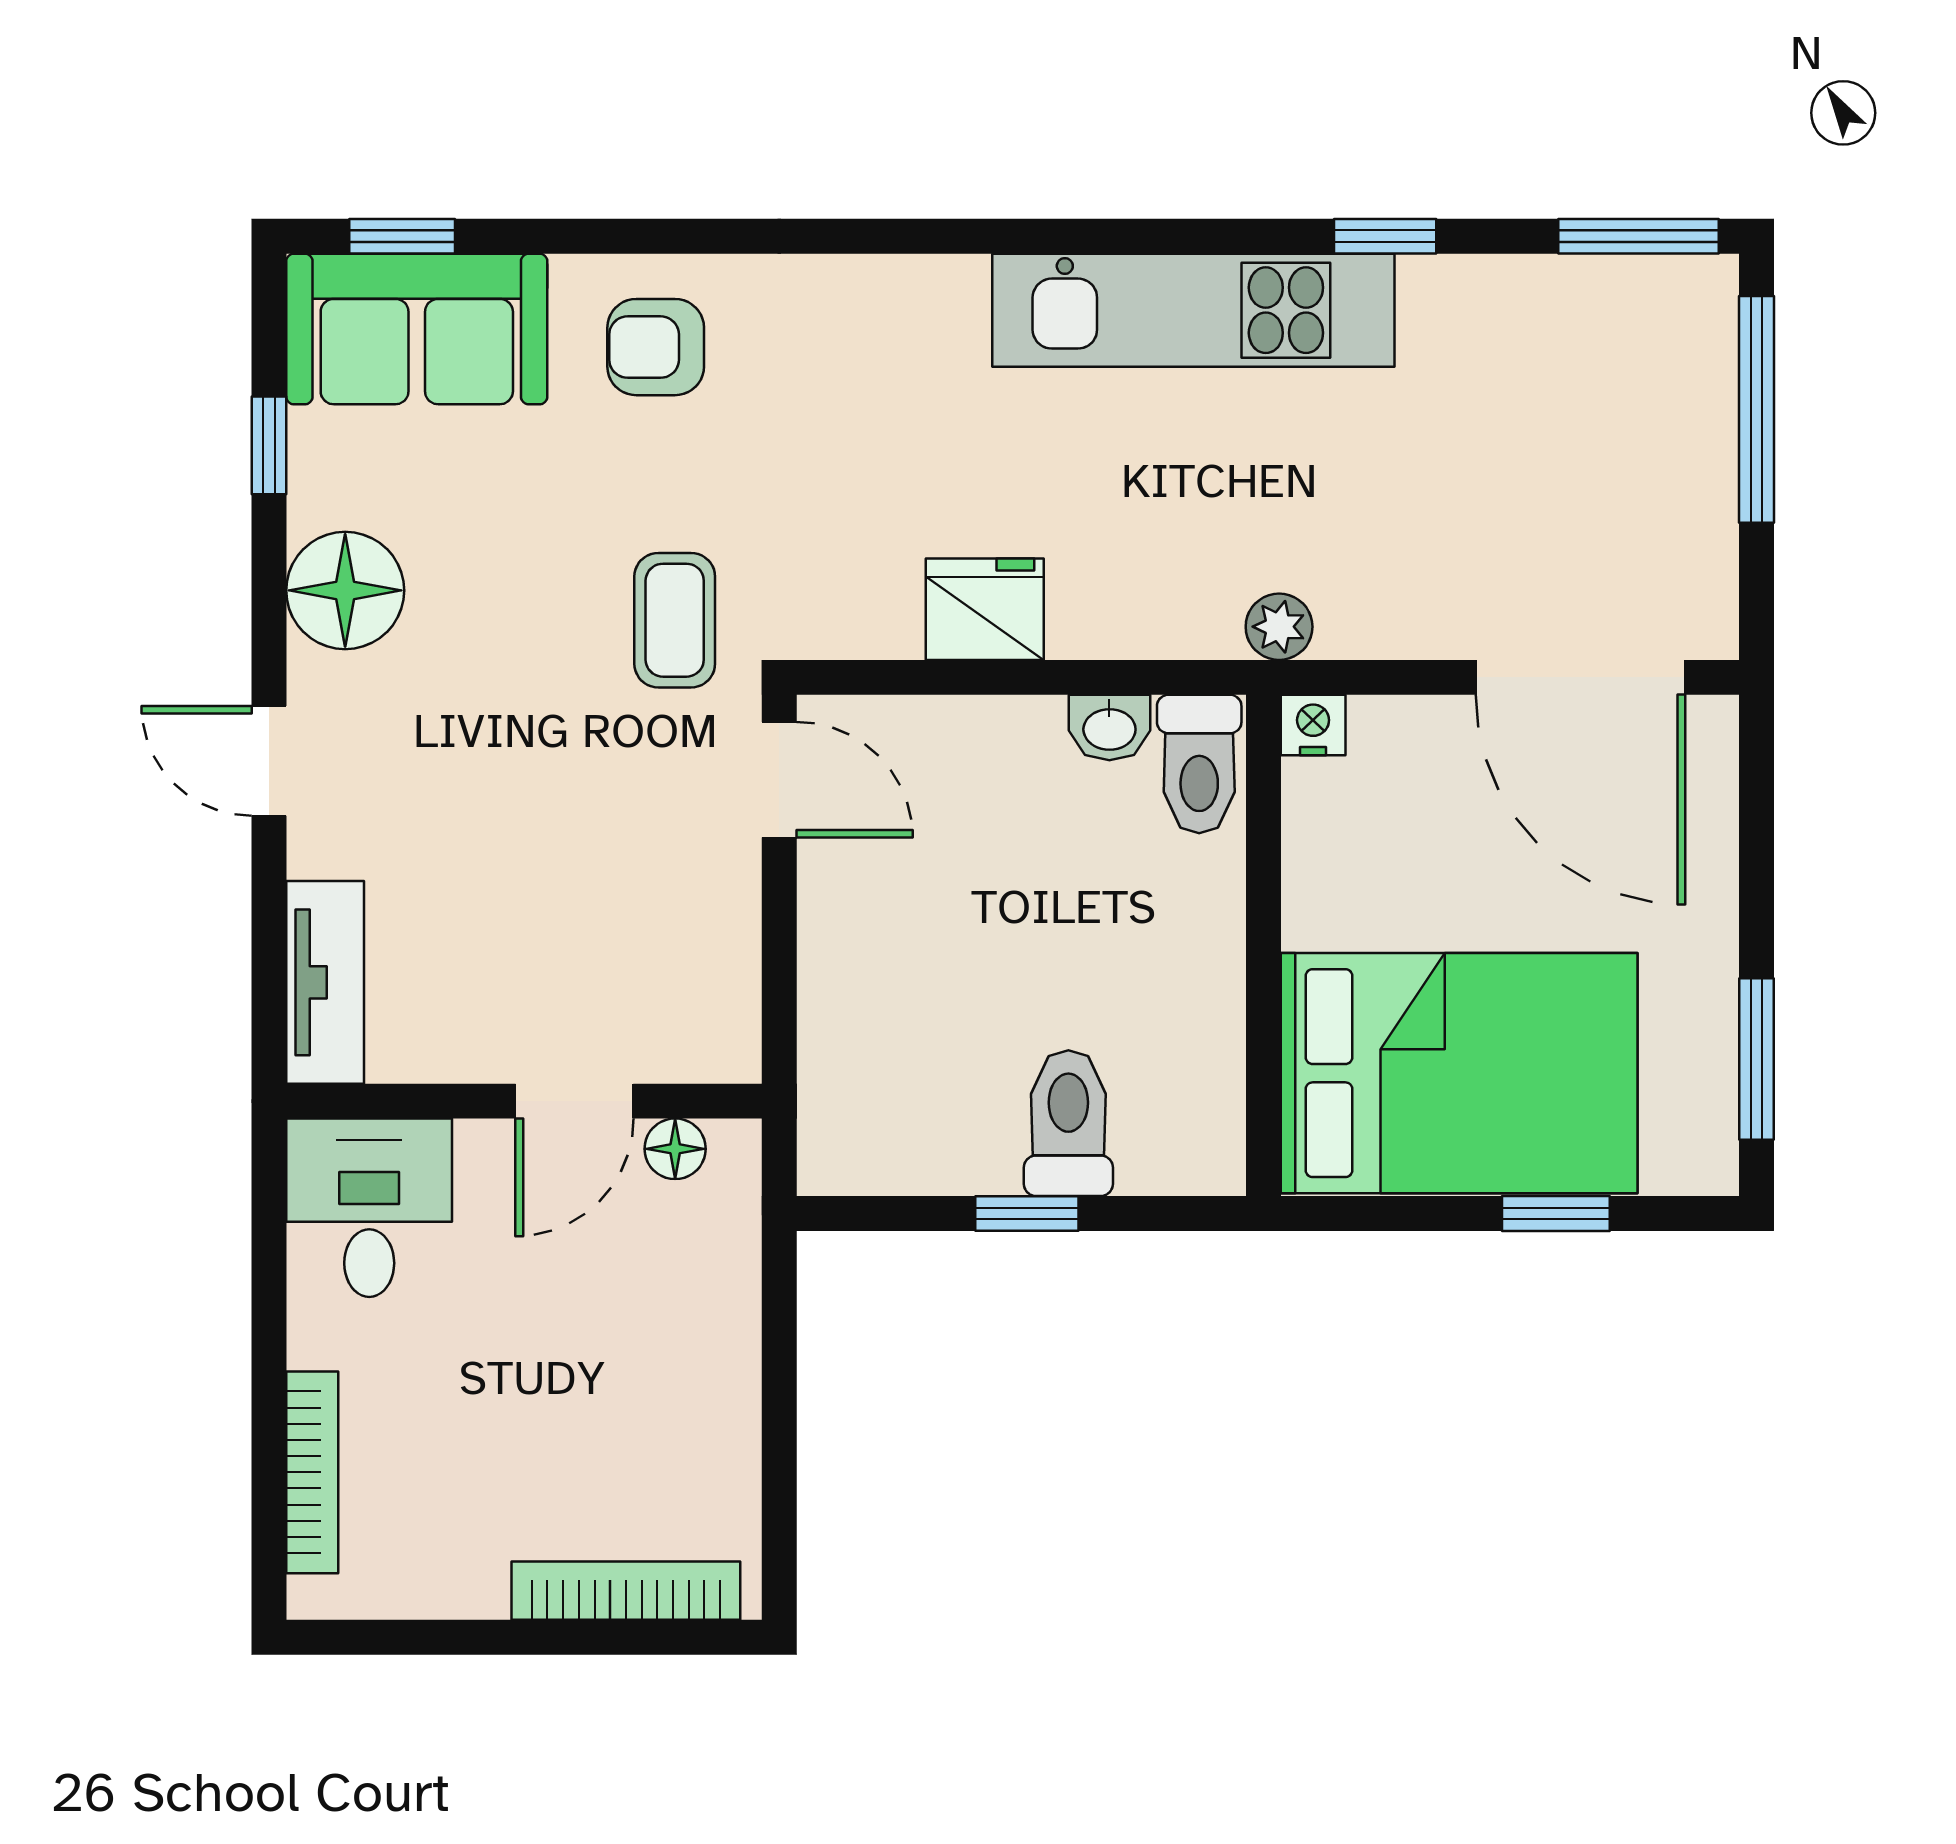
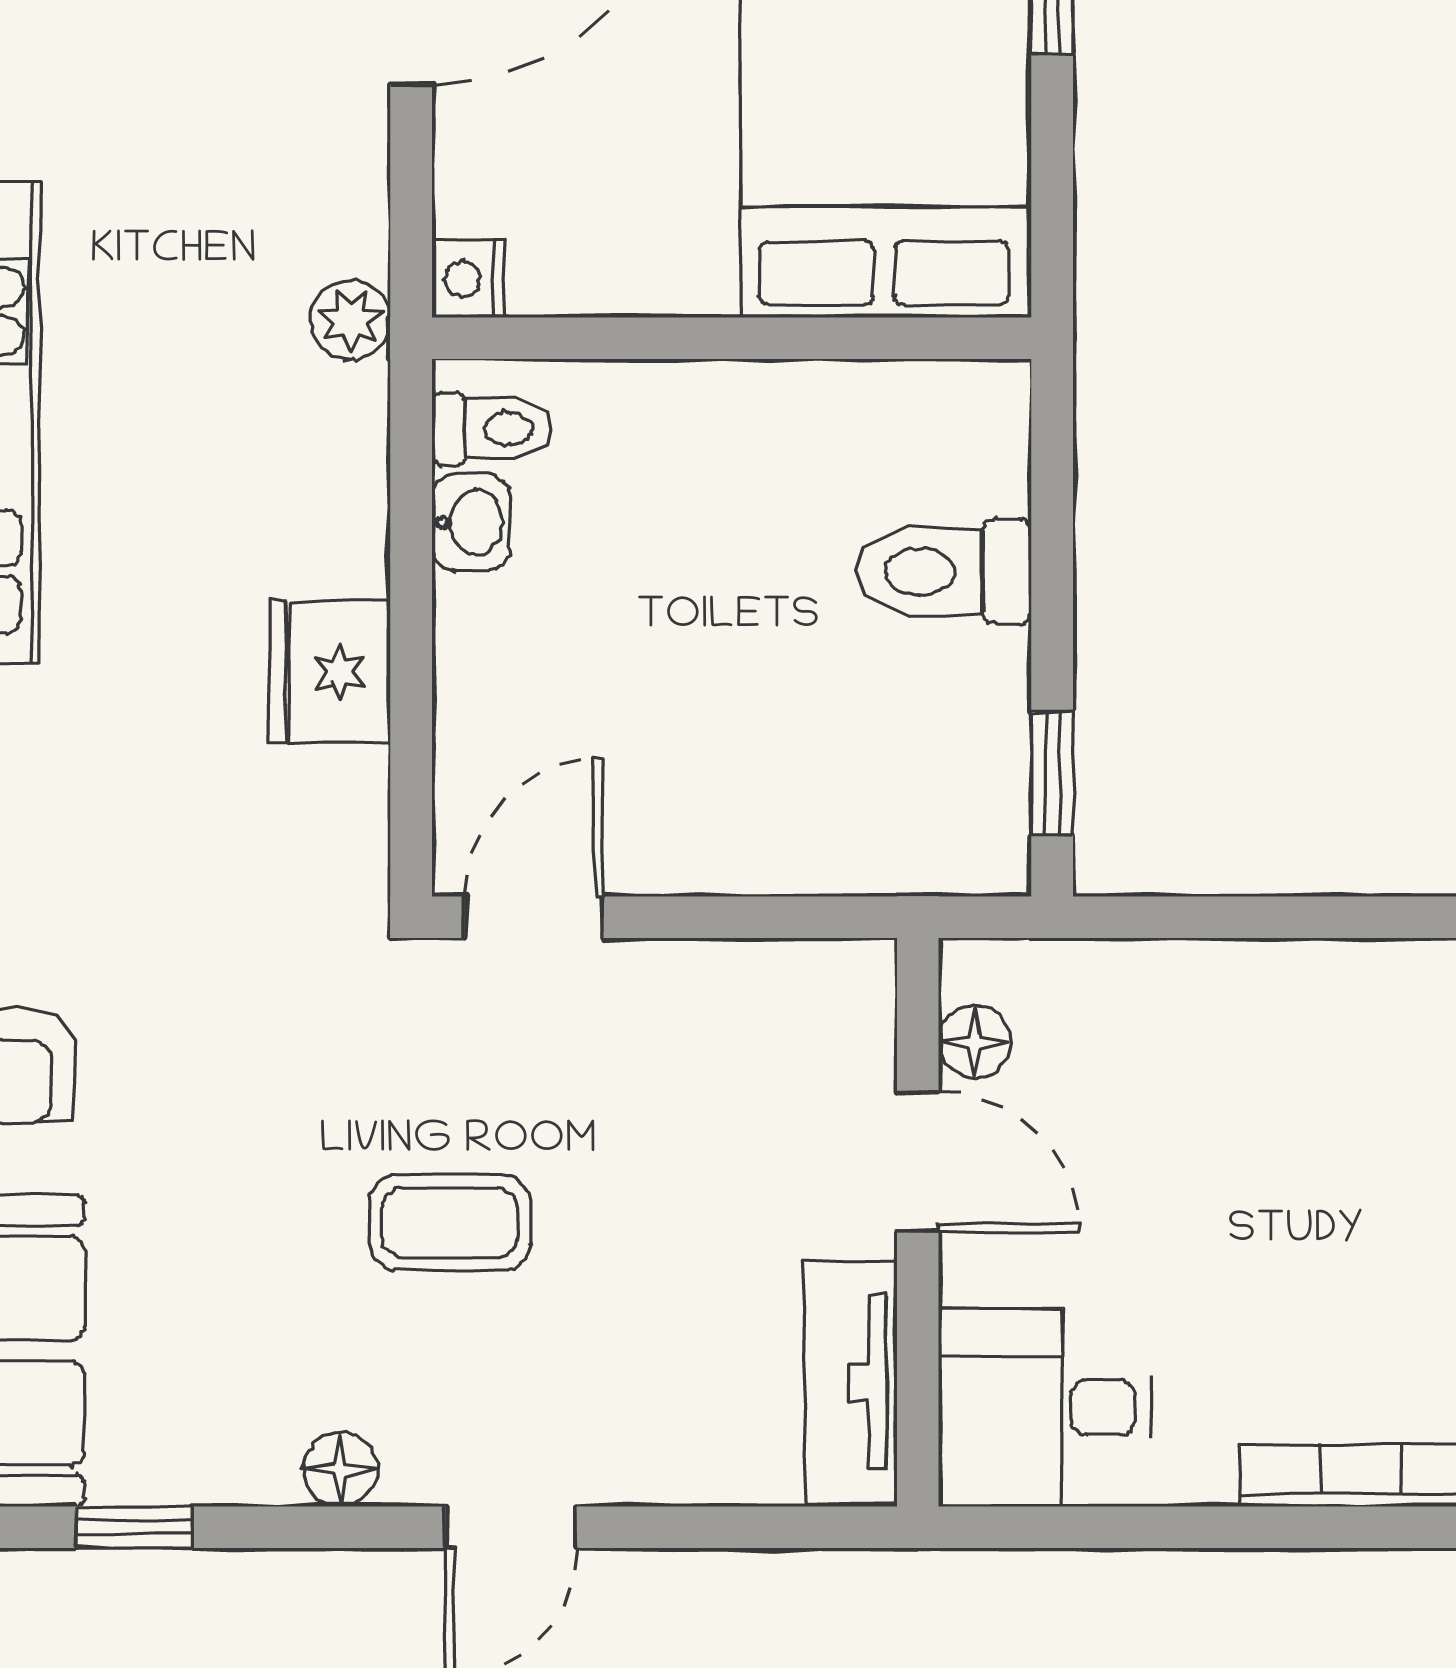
floor lamp: (345, 590) -> (340, 1469), width x0.53, depth x0.53
coffee table: (675, 620) -> (450, 1223), moved
toilet: (1199, 764) -> (492, 429), width x0.73, depth x0.72
tv unit: (325, 982) -> (851, 1383), moved, turned -90
window: (1027, 1213) -> (1052, 774), moved

